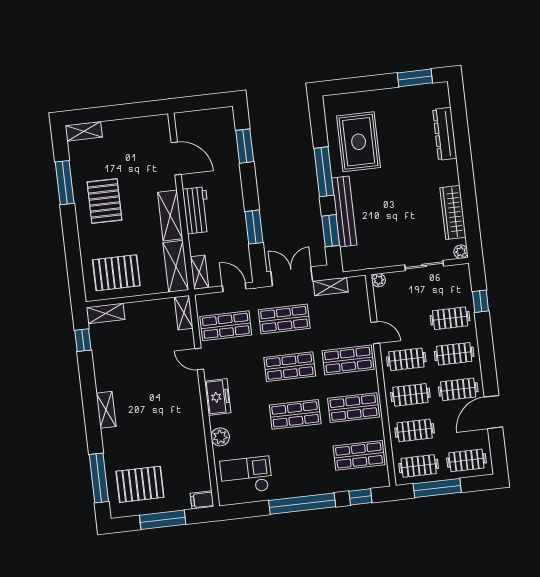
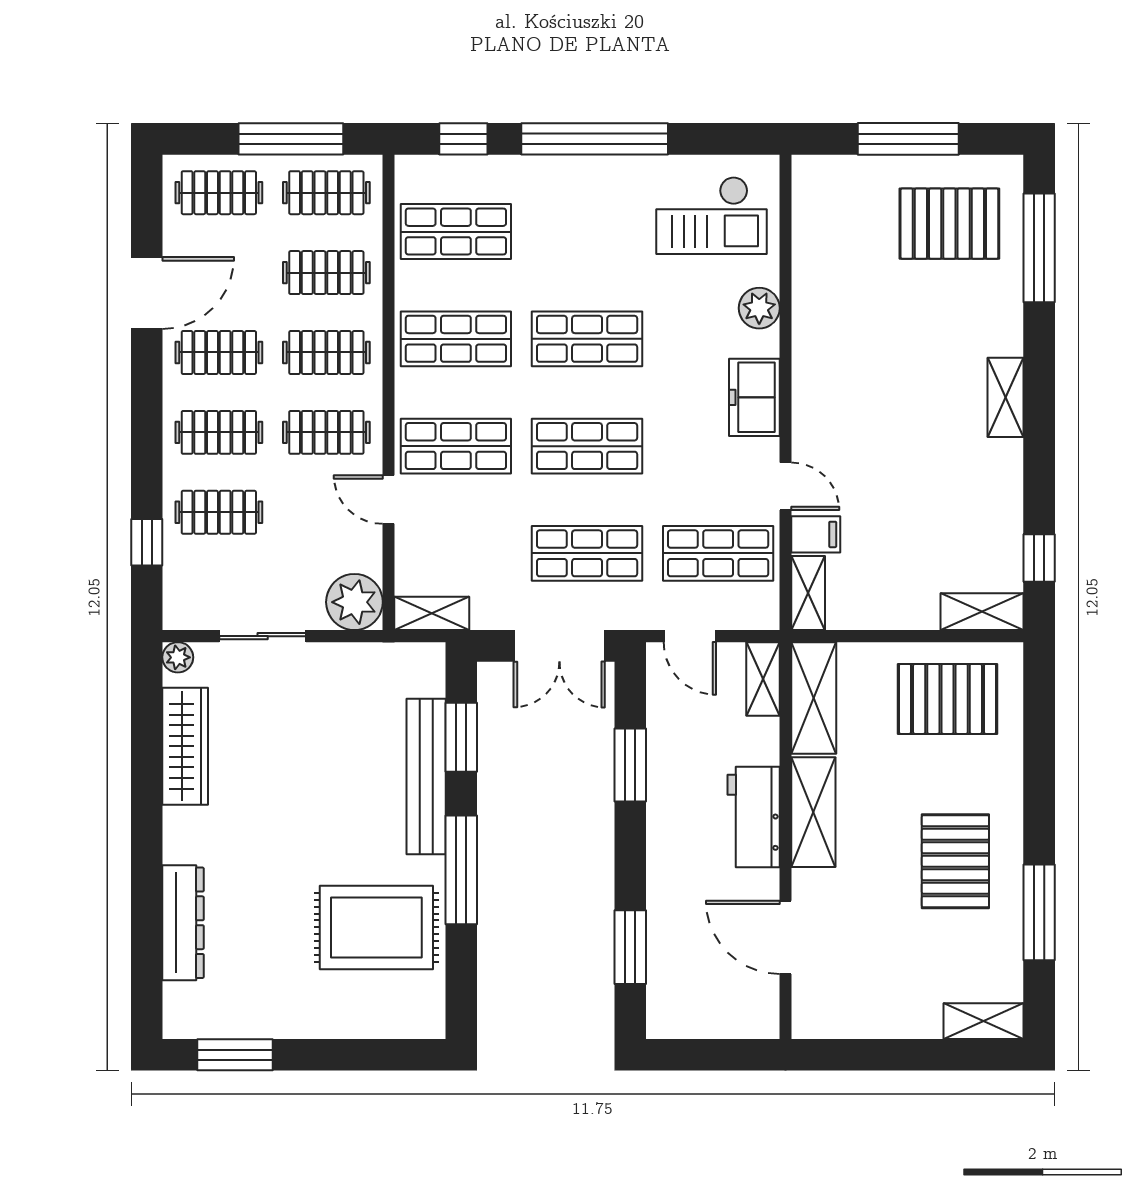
rug: (359, 142) -> (376, 927), turned 90
plant: (379, 280) -> (354, 602), width x1.87, depth x1.87
shelving: (331, 287) -> (432, 613), moved
filing cabinet: (202, 500) -> (816, 534), moved

